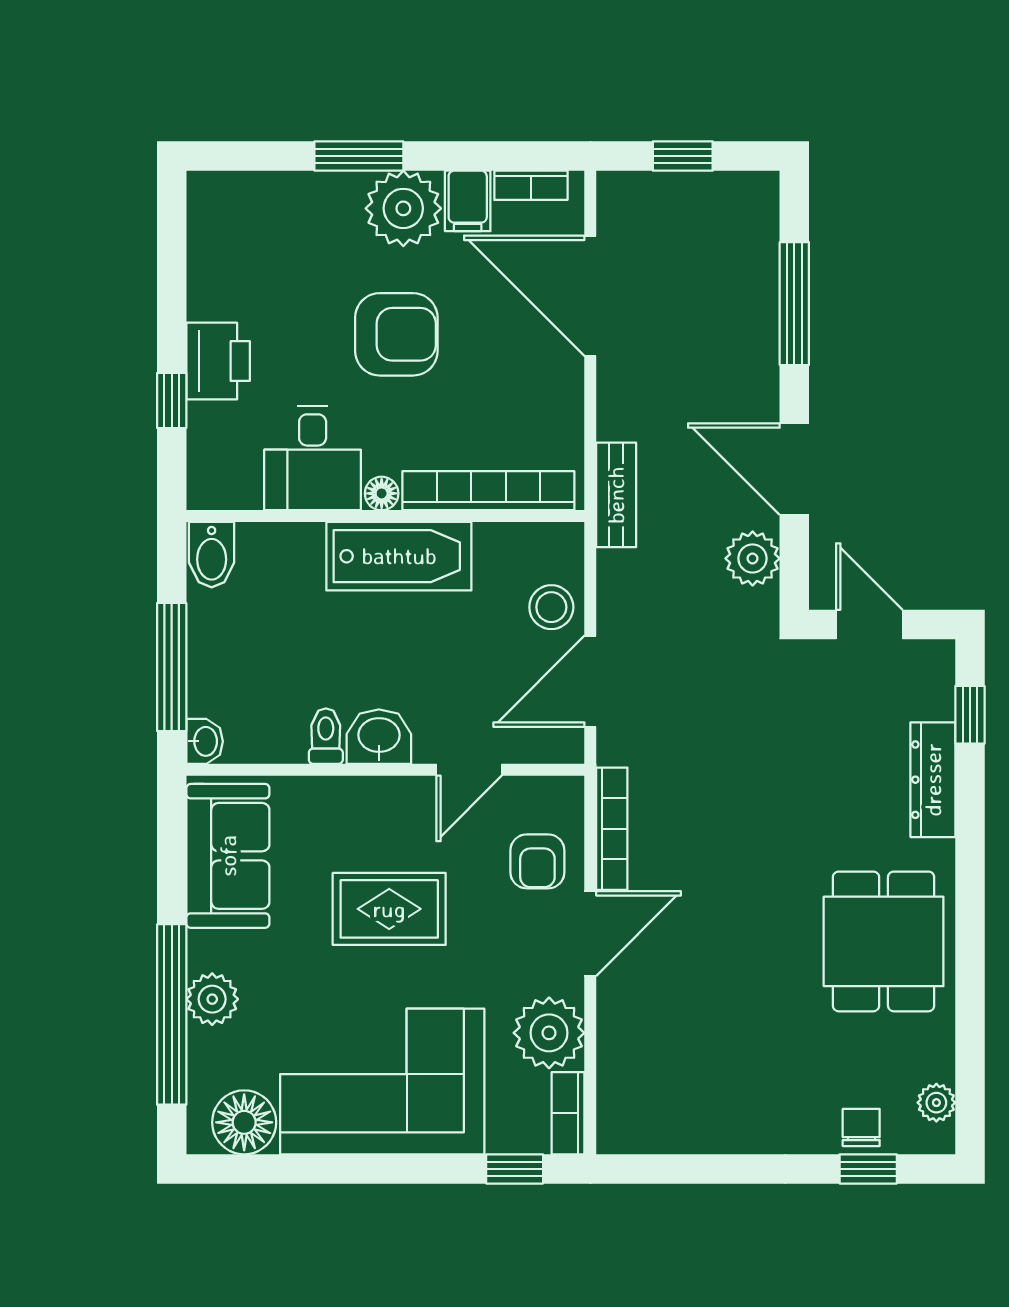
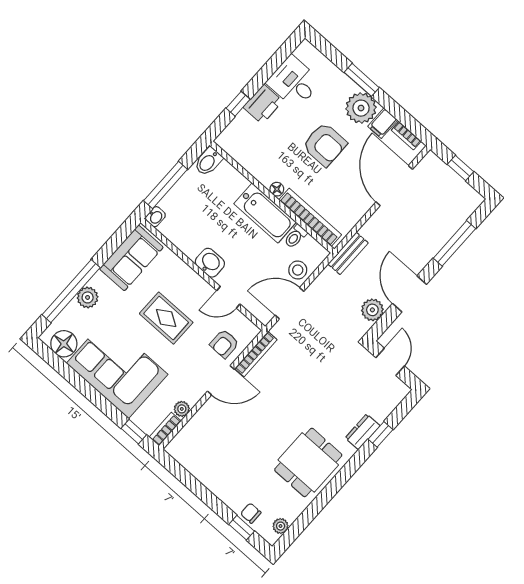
desk: (313, 458) -> (294, 82), moved, turned 90
window: (970, 715) -> (381, 434), moved
toilet: (326, 736) -> (295, 236), moved, turned 180
dresser: (933, 780) -> (363, 432), width x0.70
plant: (549, 1033) -> (182, 409), width x0.53, depth x0.53
chair: (861, 1127) -> (251, 513), turned -90

